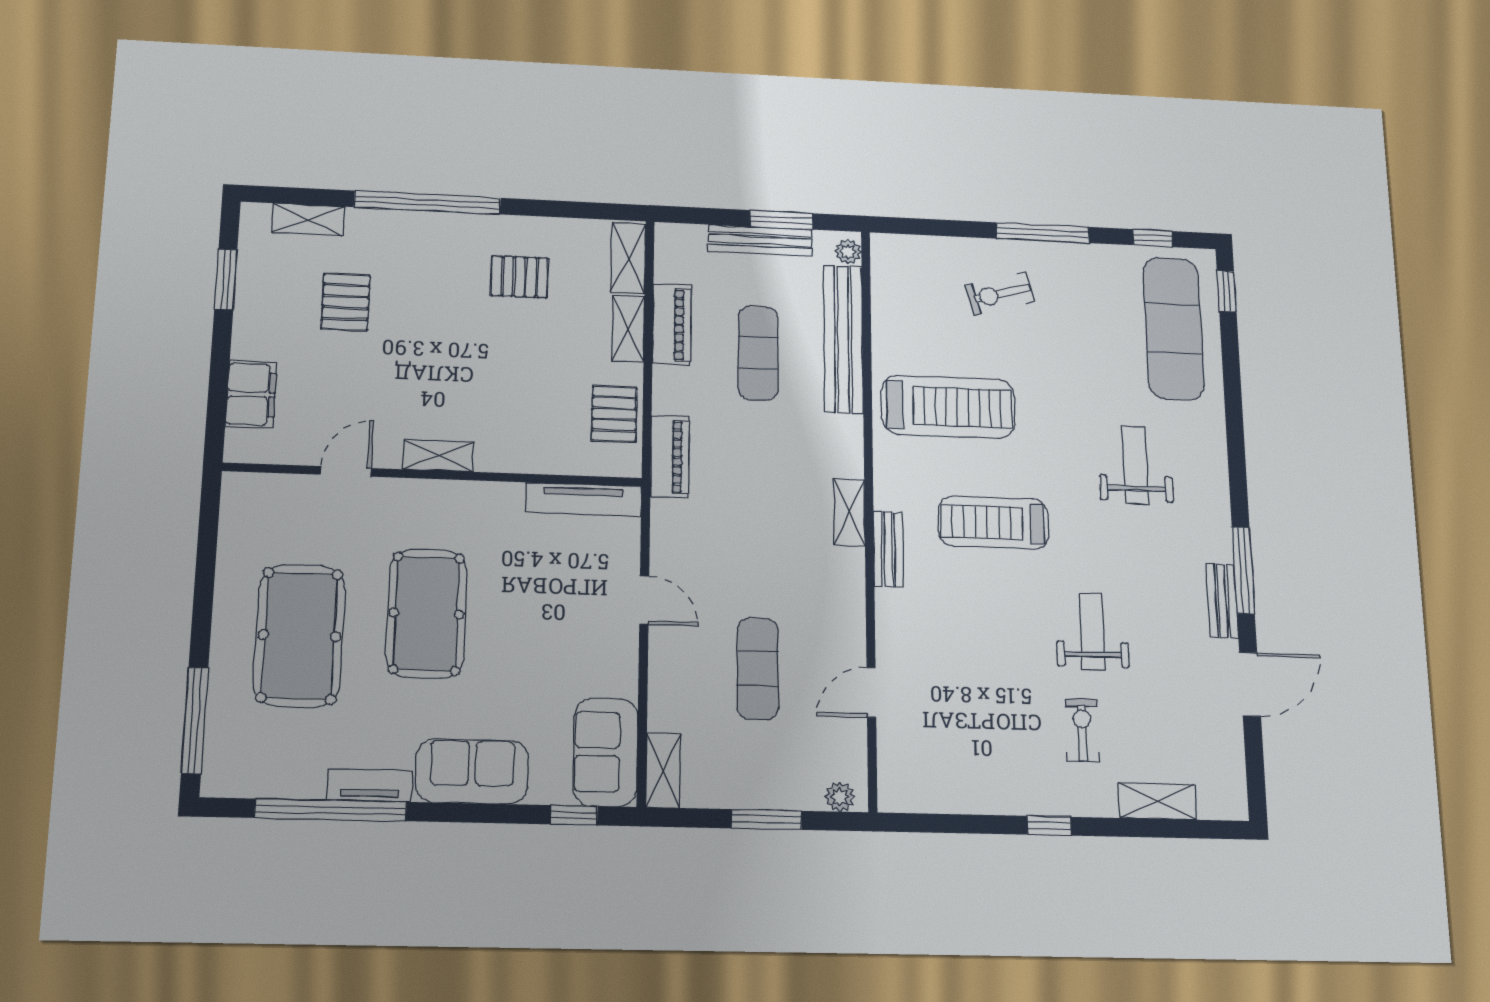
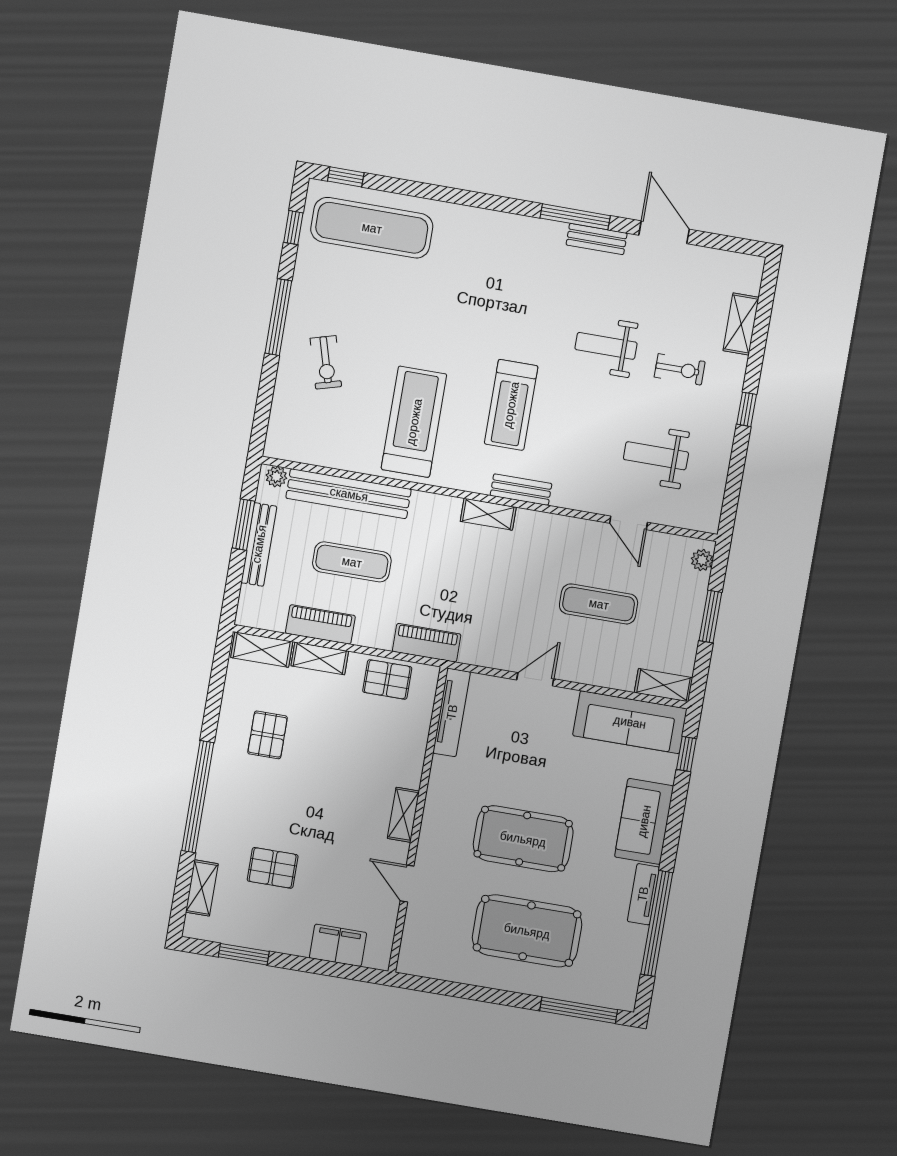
weight bench: (1135, 465) -> (656, 456), moved
exercise bike: (1082, 730) -> (680, 369), turned 180
sofa: (606, 752) -> (630, 722), width x1.36

